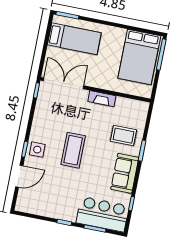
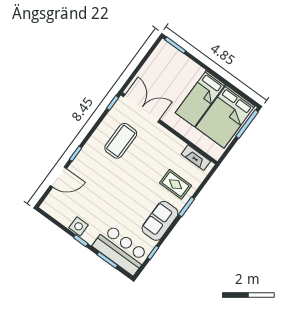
bed: (74, 39) -> (200, 99), moved, turned 90
fireplace: (102, 99) -> (196, 158), moved
side table: (37, 150) -> (79, 226), moved
coffee table: (73, 150) -> (121, 141), moved

